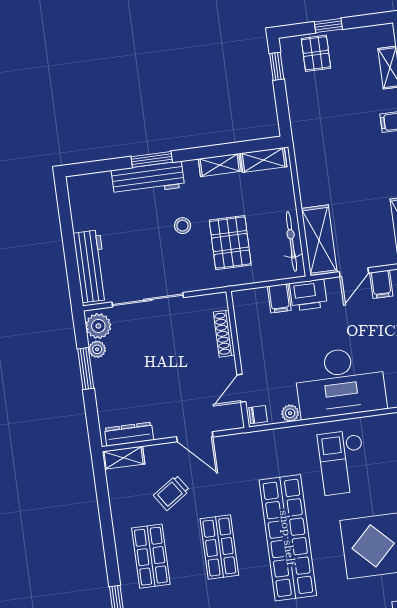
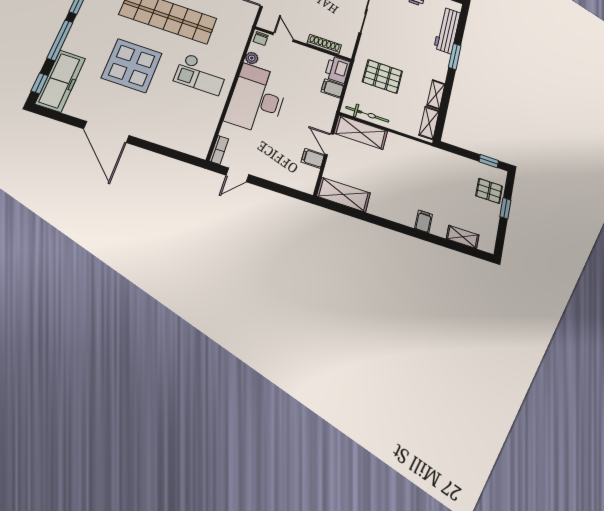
workbench: (148, 179) -> (447, 30), moved
stool: (183, 226) -> (405, 54), removed
printer: (308, 295) -> (337, 70), moved
checkout: (342, 462) -> (201, 74), turned 180

